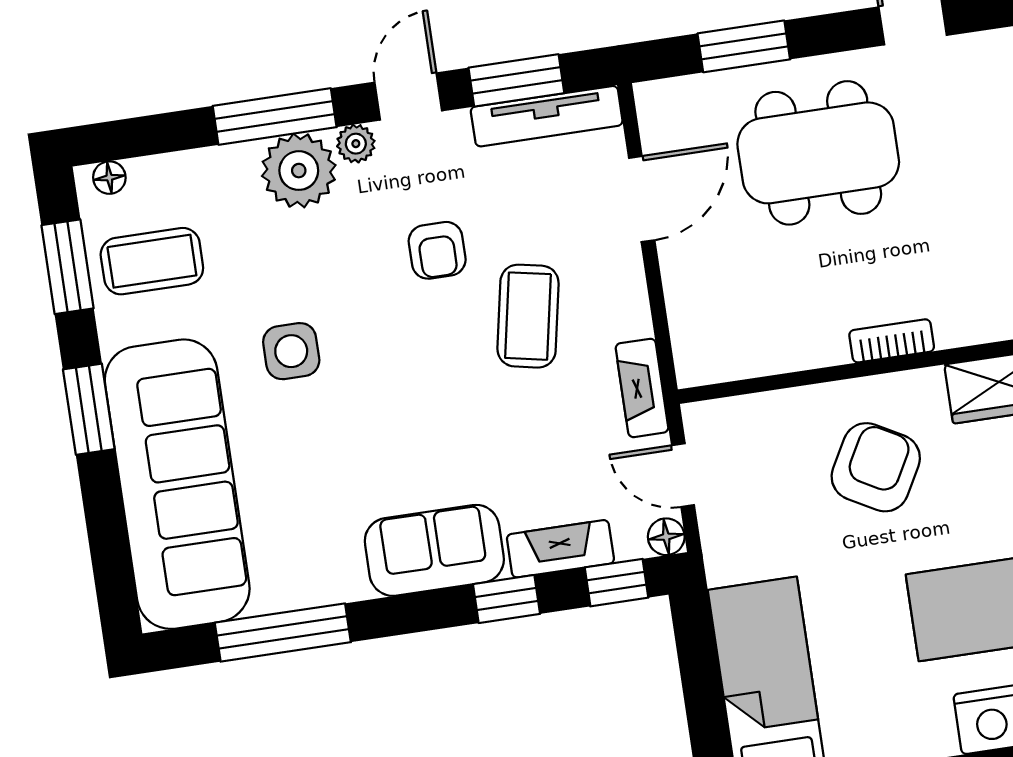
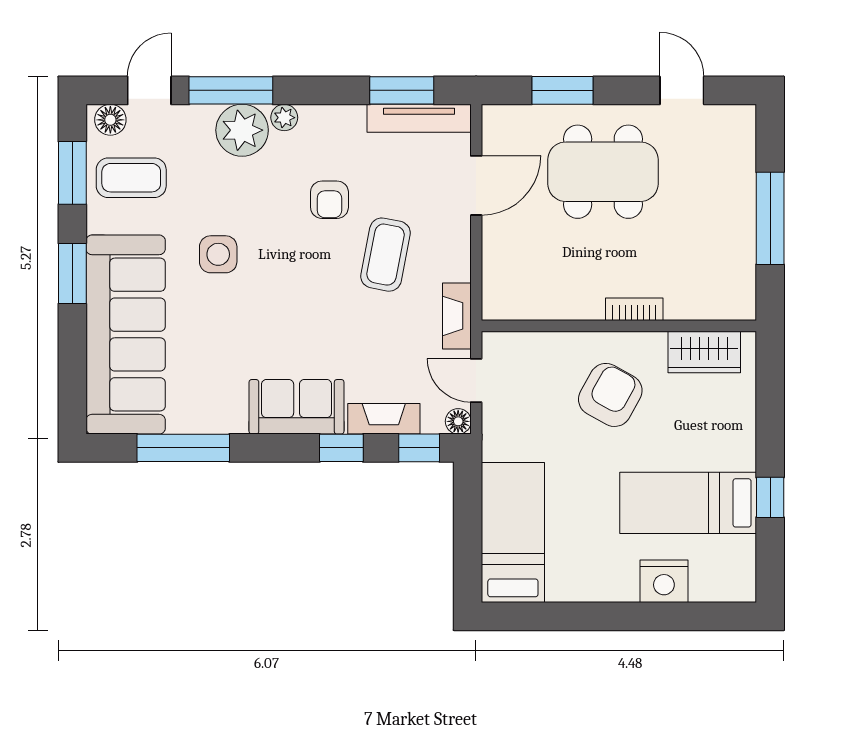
door: (408, 97) -> (149, 90), moved
floor lamp: (109, 178) -> (110, 120), width x1.37, depth x1.37

